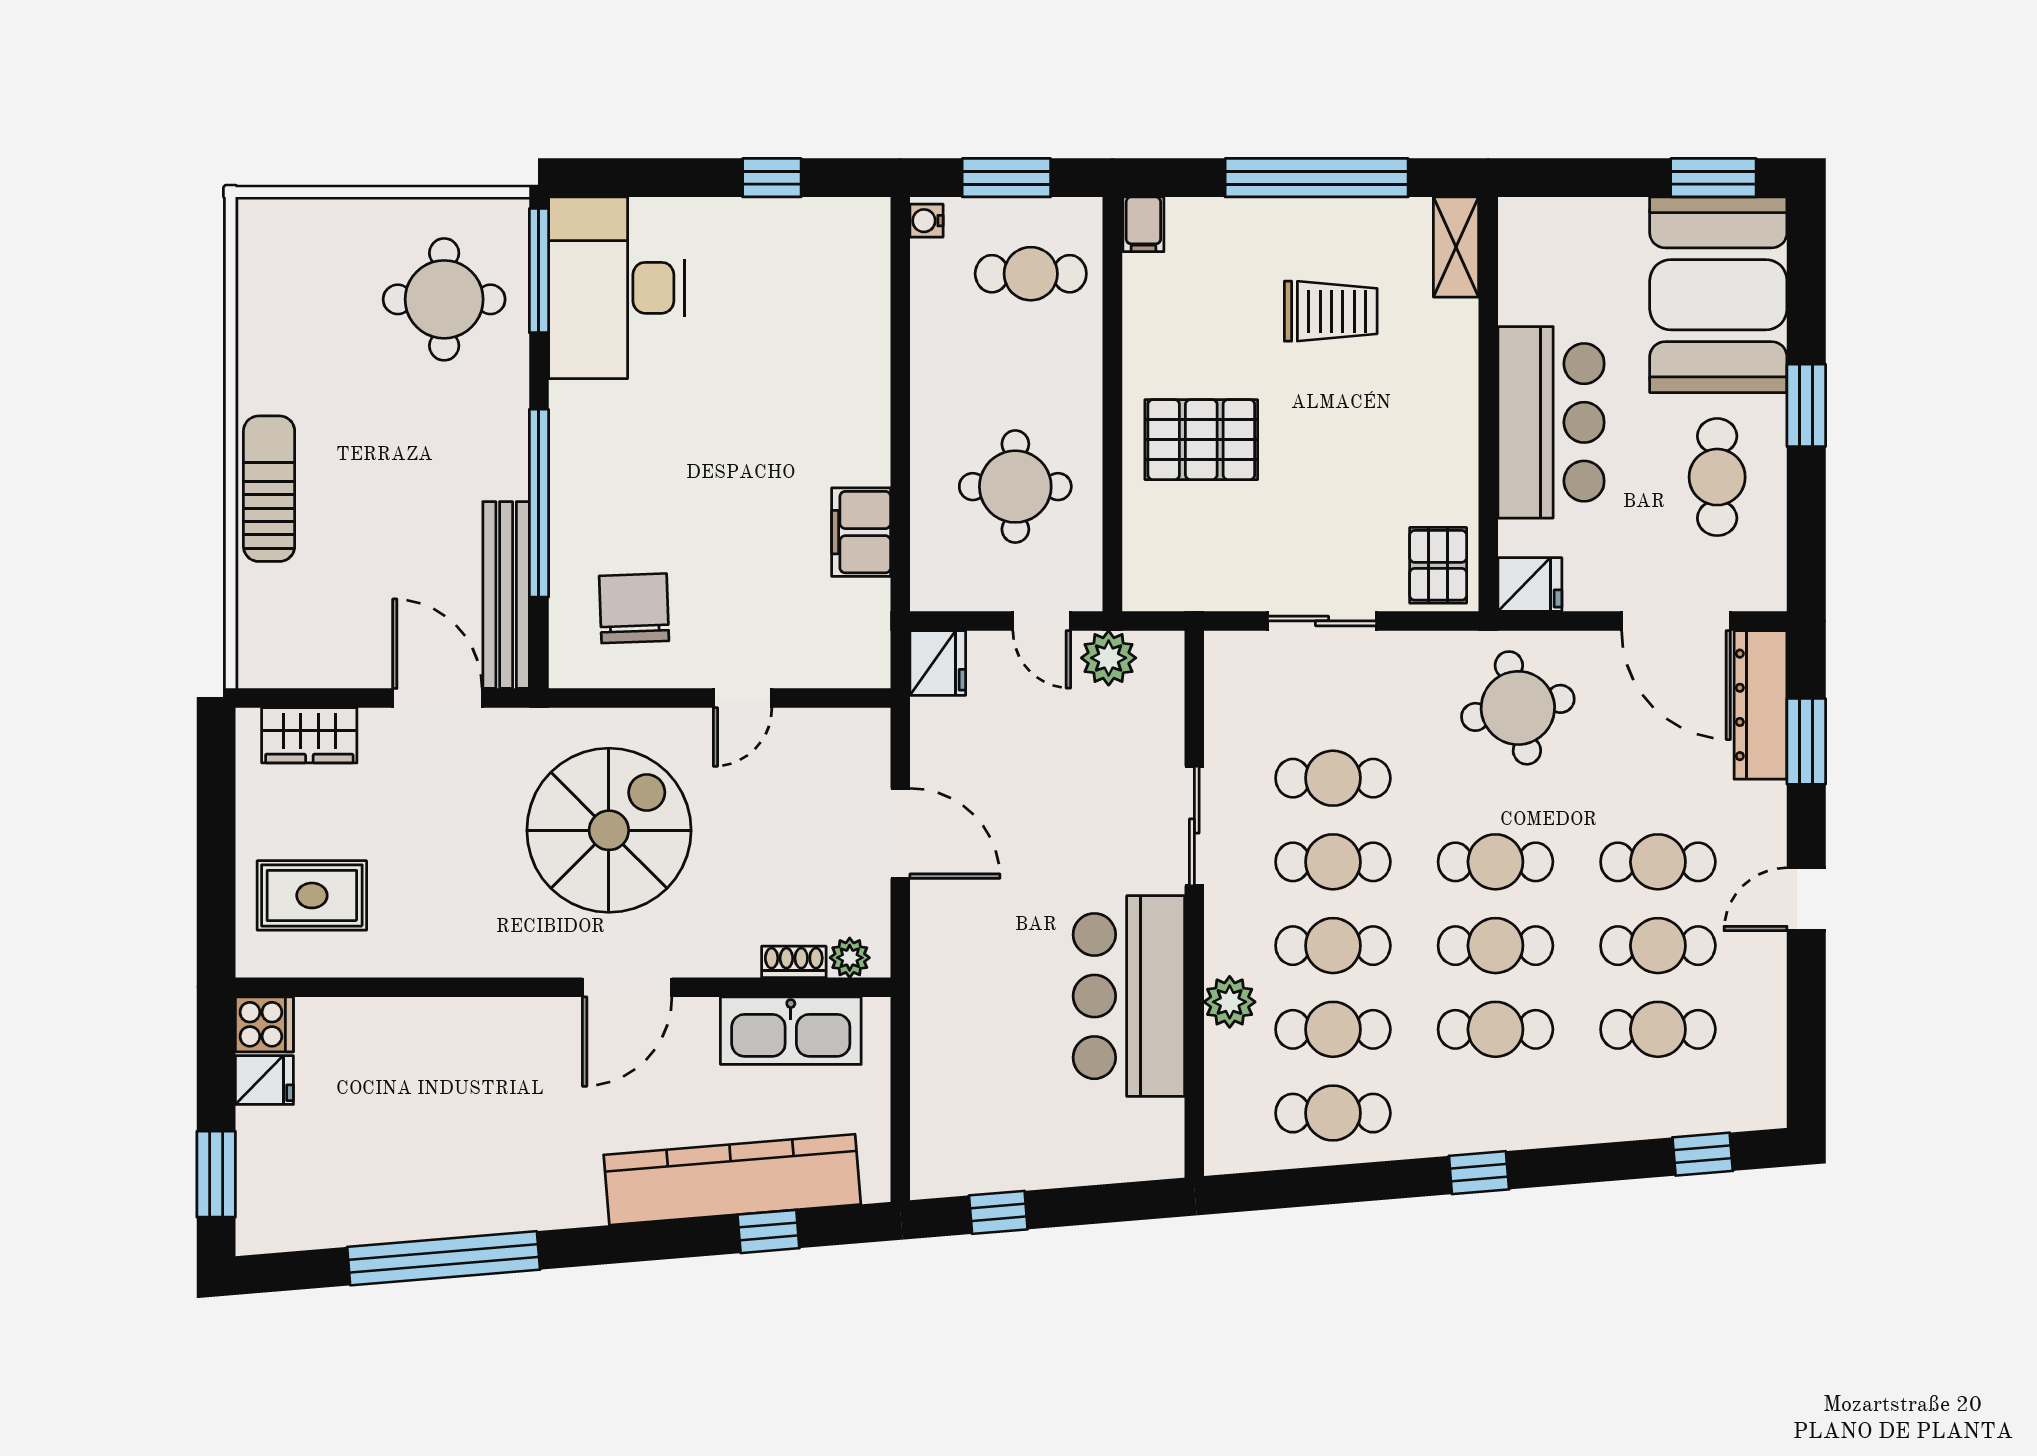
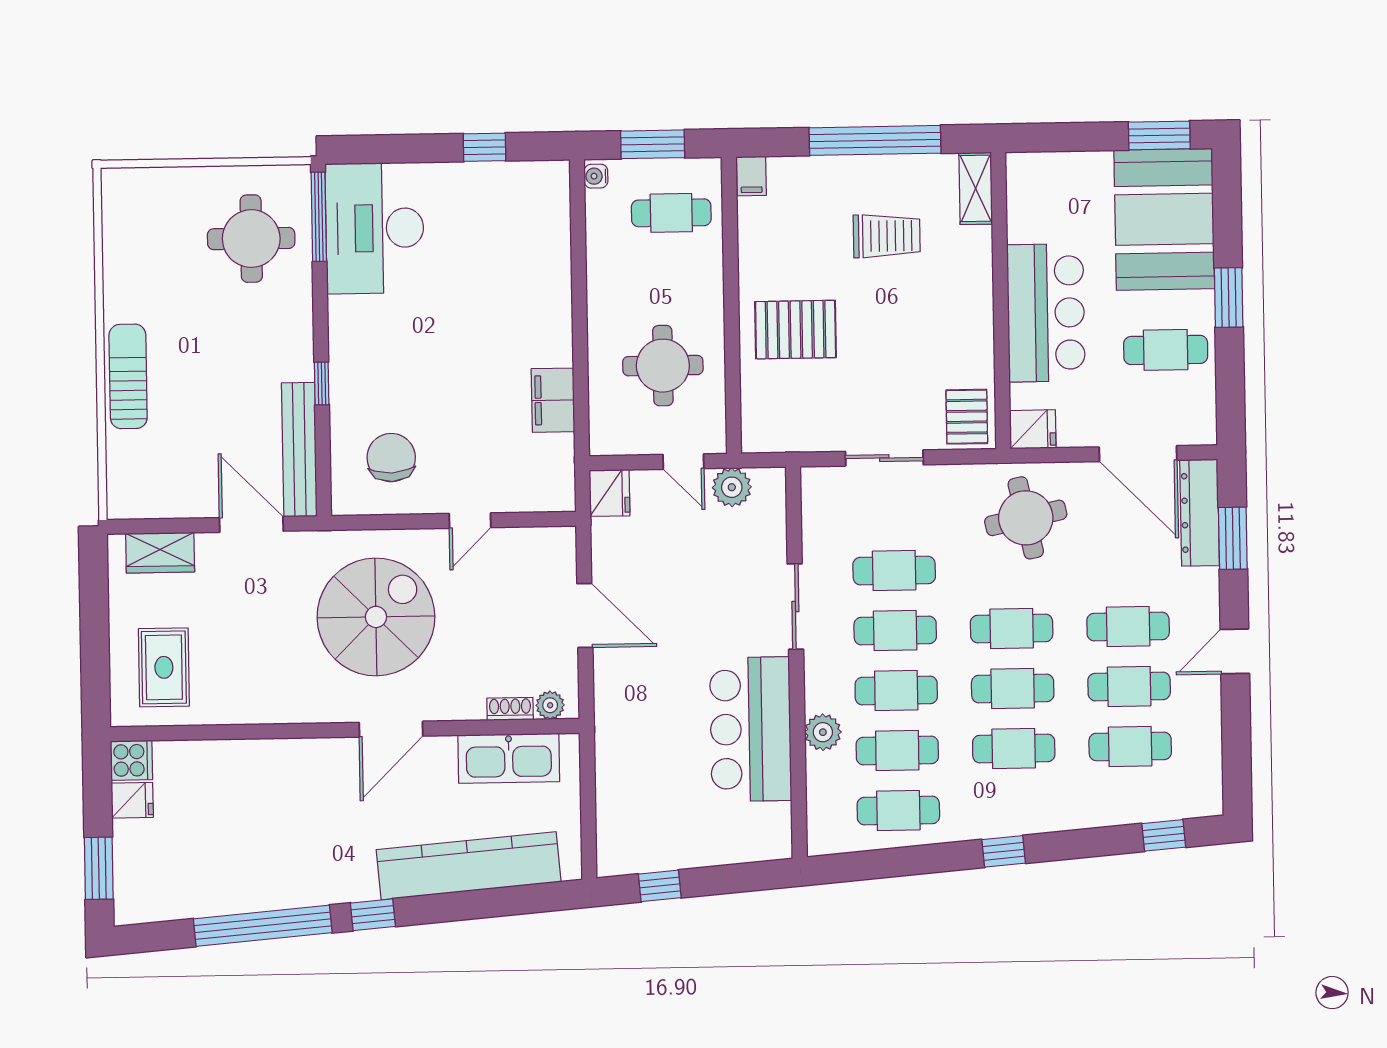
cafe table: (1717, 477) -> (1166, 350), turned 90
window: (539, 503) -> (322, 383), width x0.32
rug: (312, 895) -> (164, 667), turned 90
window: (768, 1231) -> (373, 915), moved

